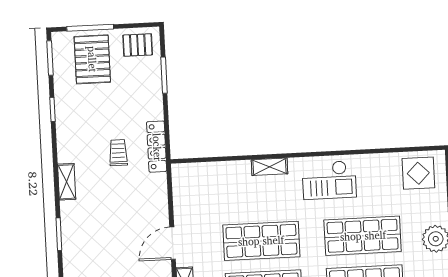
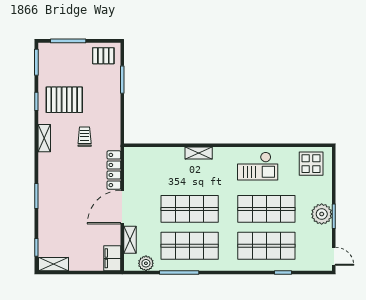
pallet: (92, 59) -> (64, 100), moved, turned 90
locker: (157, 147) -> (114, 170), moved
checkout: (329, 180) -> (258, 166), moved
shelving: (67, 182) -> (44, 138), moved
door: (173, 243) -> (122, 207), width x1.36

